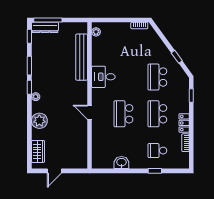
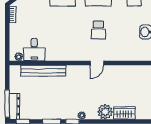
desk: (103, 77) -> (34, 50), moved
school desk: (123, 114) -> (98, 30), width x0.54
wardrobe: (38, 151) -> (124, 113), moved

